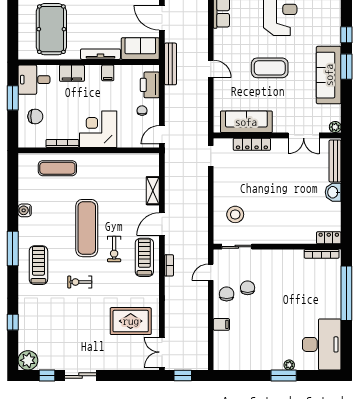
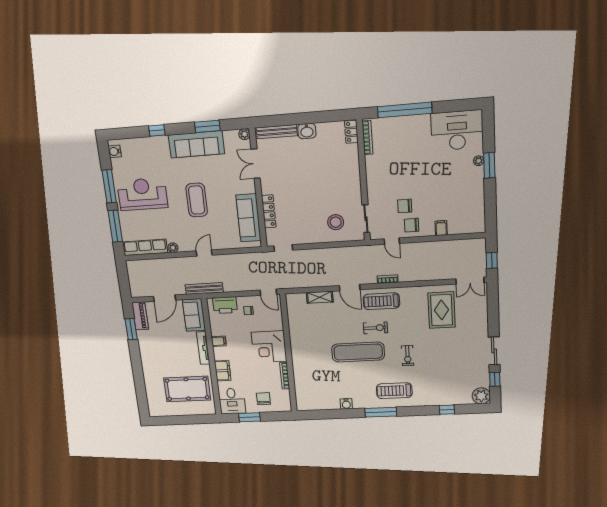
plant: (219, 35) -> (173, 248), added
window: (346, 67) -> (207, 126), moved
double door: (304, 135) -> (256, 164), swing flipped
exercise mat: (57, 168) -> (307, 379), removed

